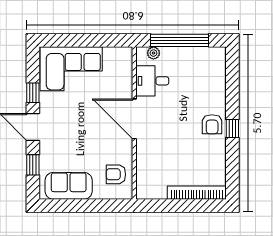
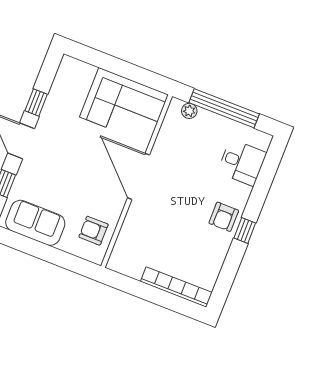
corner sofa: (71, 69) -> (124, 106), moved
desk: (152, 81) -> (242, 162), moved, turned 180

